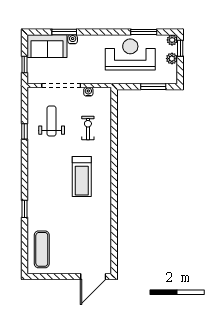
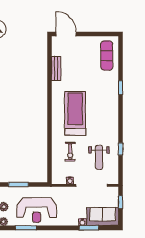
treadmill: (82, 177) -> (75, 113), width x1.37, depth x1.38
bench: (106, 233) -> (56, 69), added
door: (93, 277) -> (66, 34), hinge flipped

